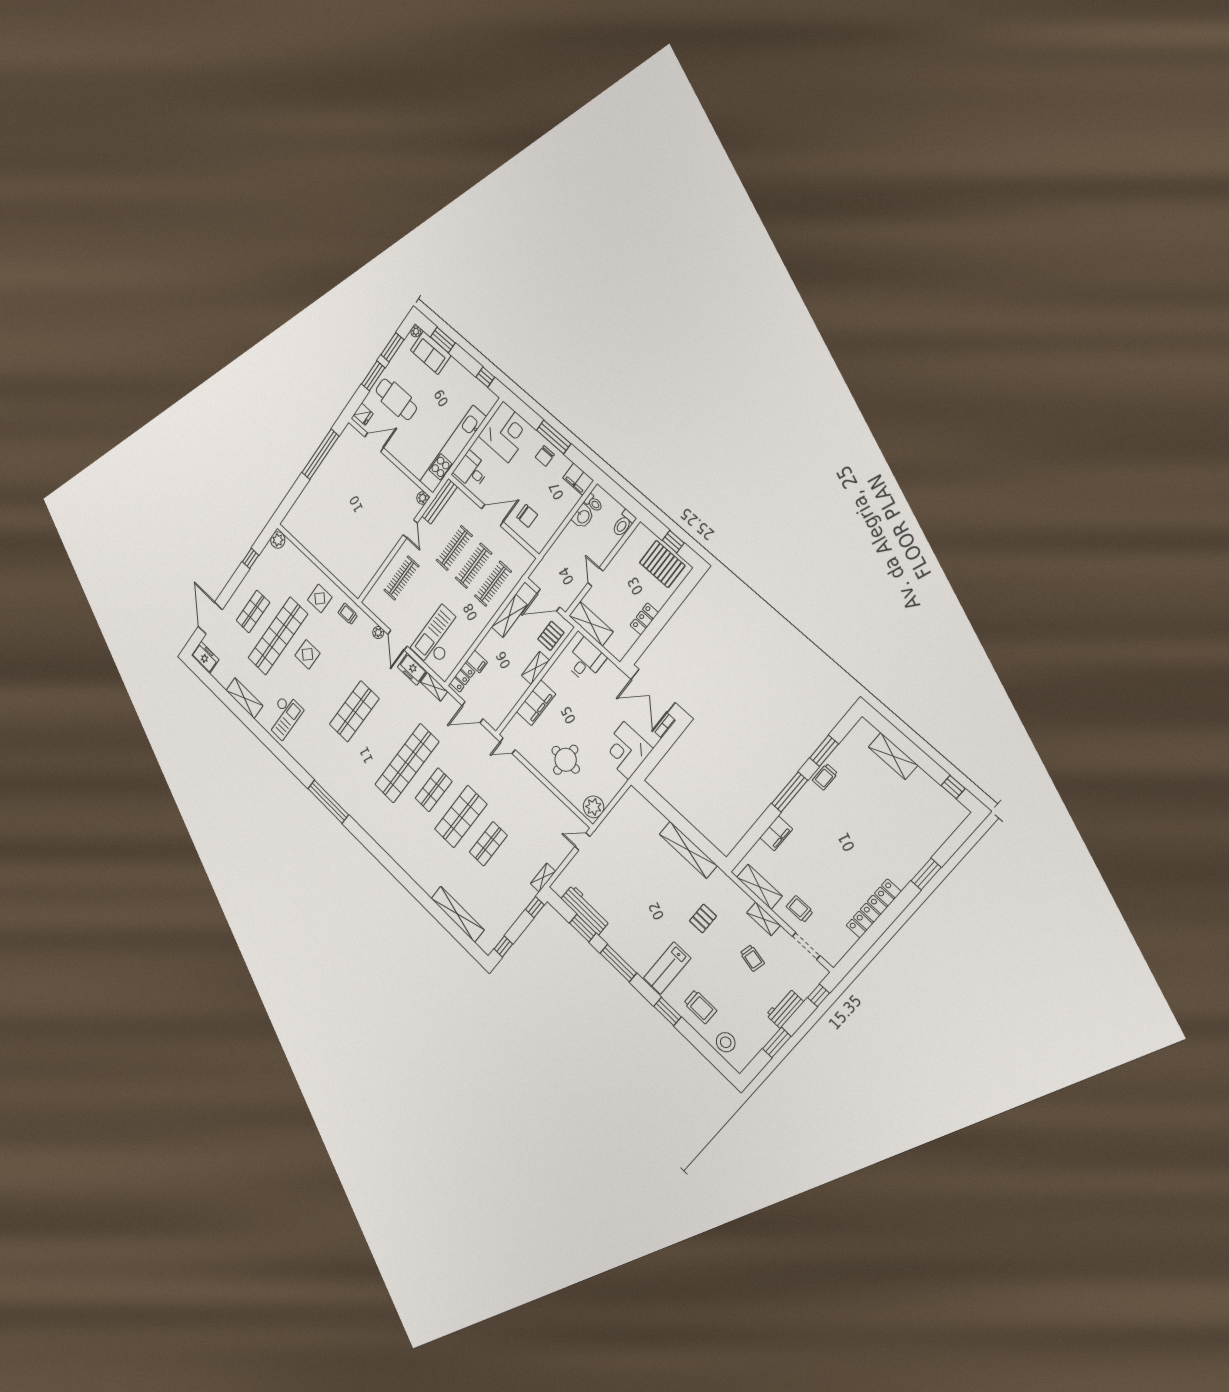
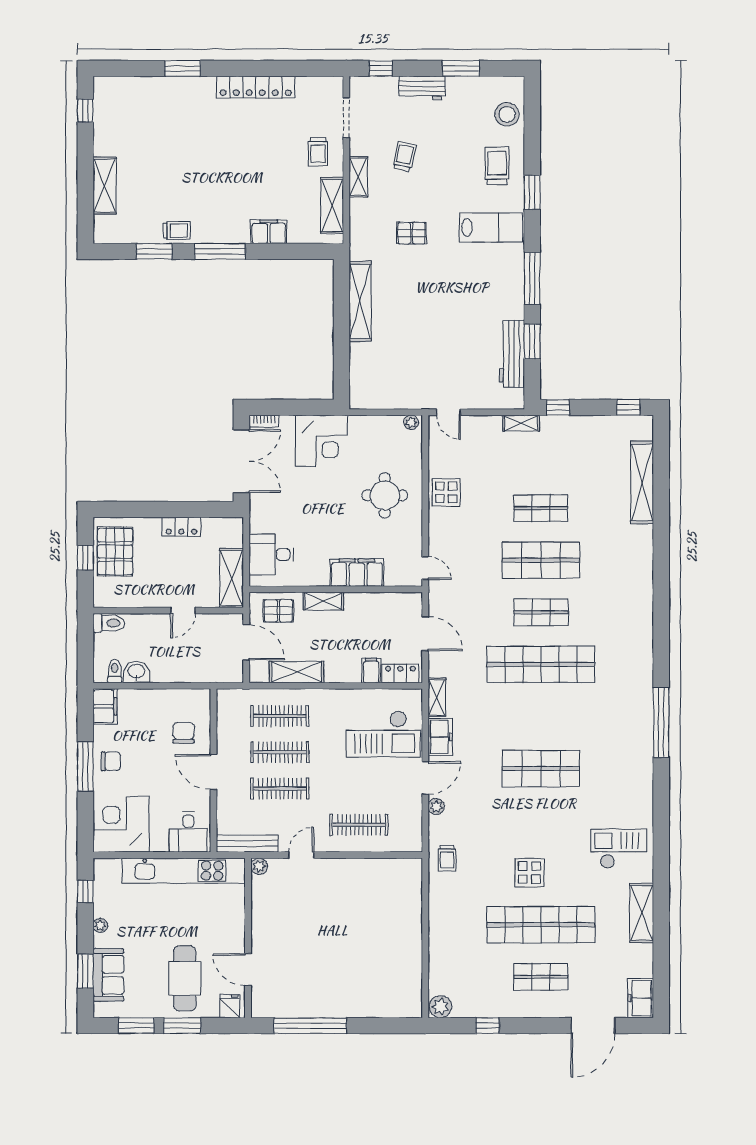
plant: (416, 331) -> (100, 925), moved
display table: (320, 598) -> (446, 492), moved
plant: (594, 807) -> (411, 422), width x0.53, depth x0.53

